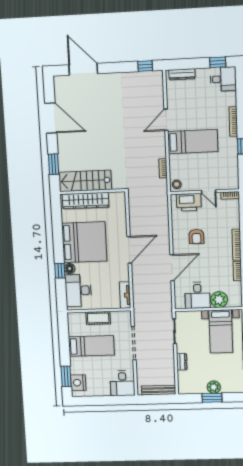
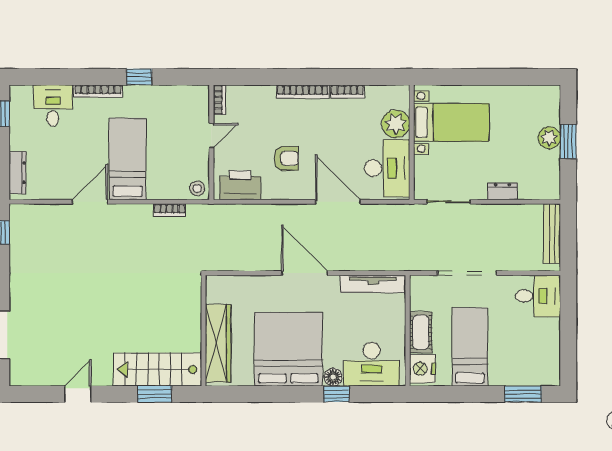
desk: (223, 79) -> (53, 106), moved
door: (51, 118) -> (78, 394), width x0.53
door: (166, 120) -> (90, 202), swing flipped
stairs: (85, 181) -> (157, 369), moved, turned 90
printer: (189, 202) -> (240, 185), moved, turned -90
tv unit: (125, 295) -> (373, 284), width x1.41
desk: (197, 295) -> (387, 168), width x1.37
nightstand: (78, 383) -> (422, 369), moved, turned 90

